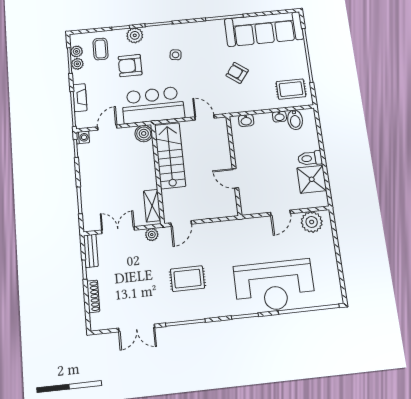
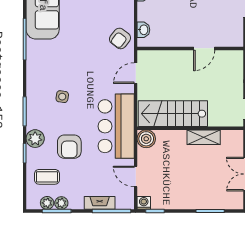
armchair: (237, 73) -> (120, 38), moved
shelving: (152, 206) -> (204, 137), moved

